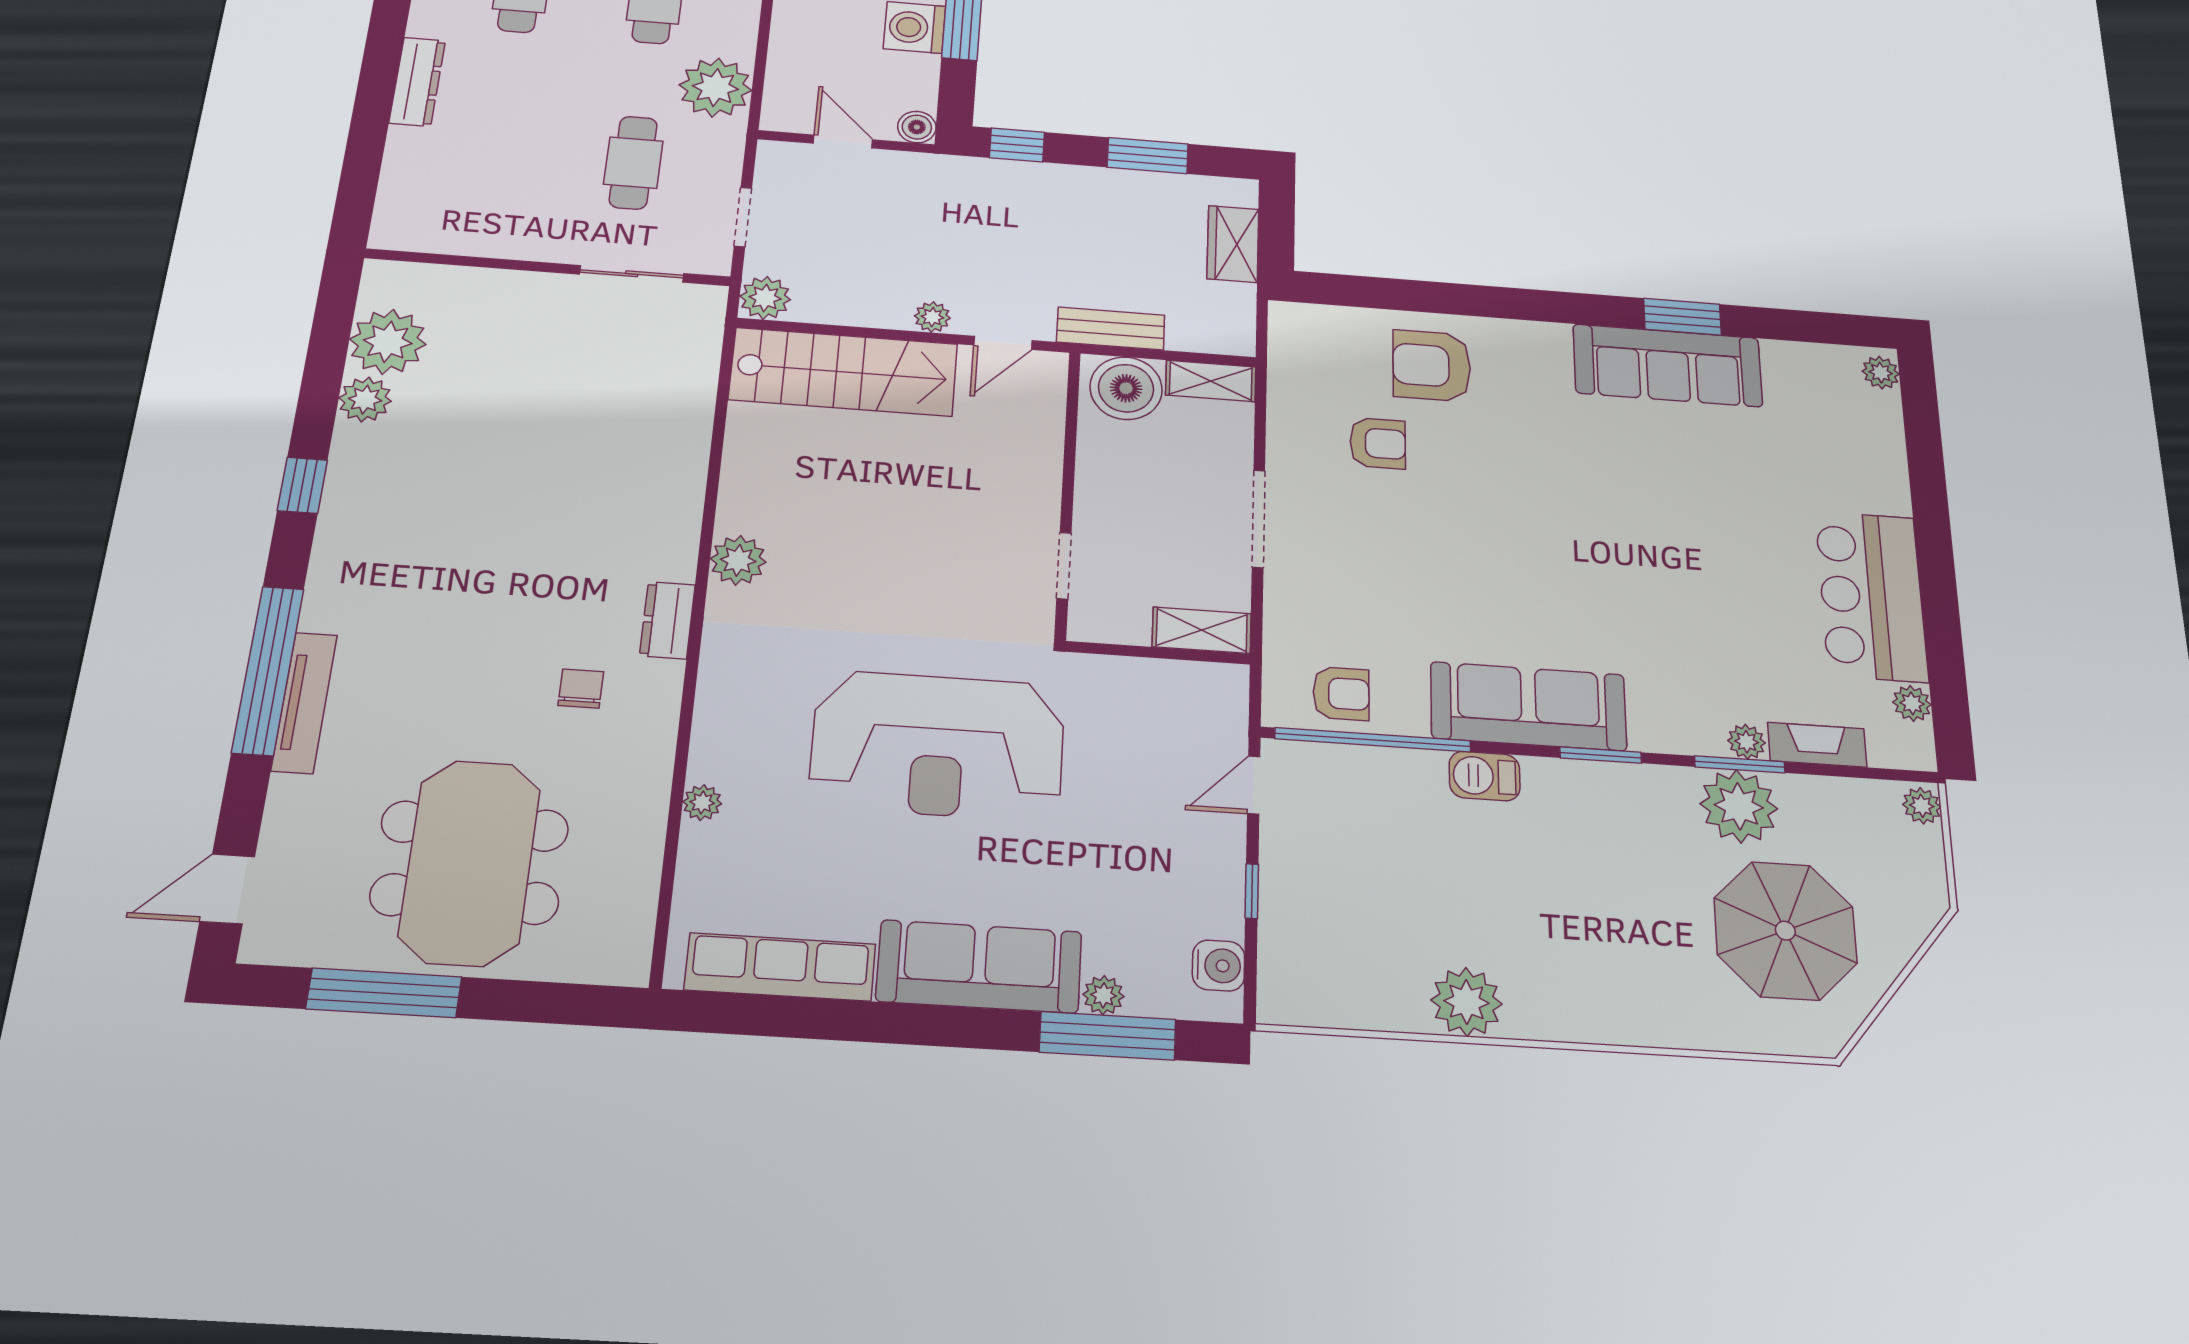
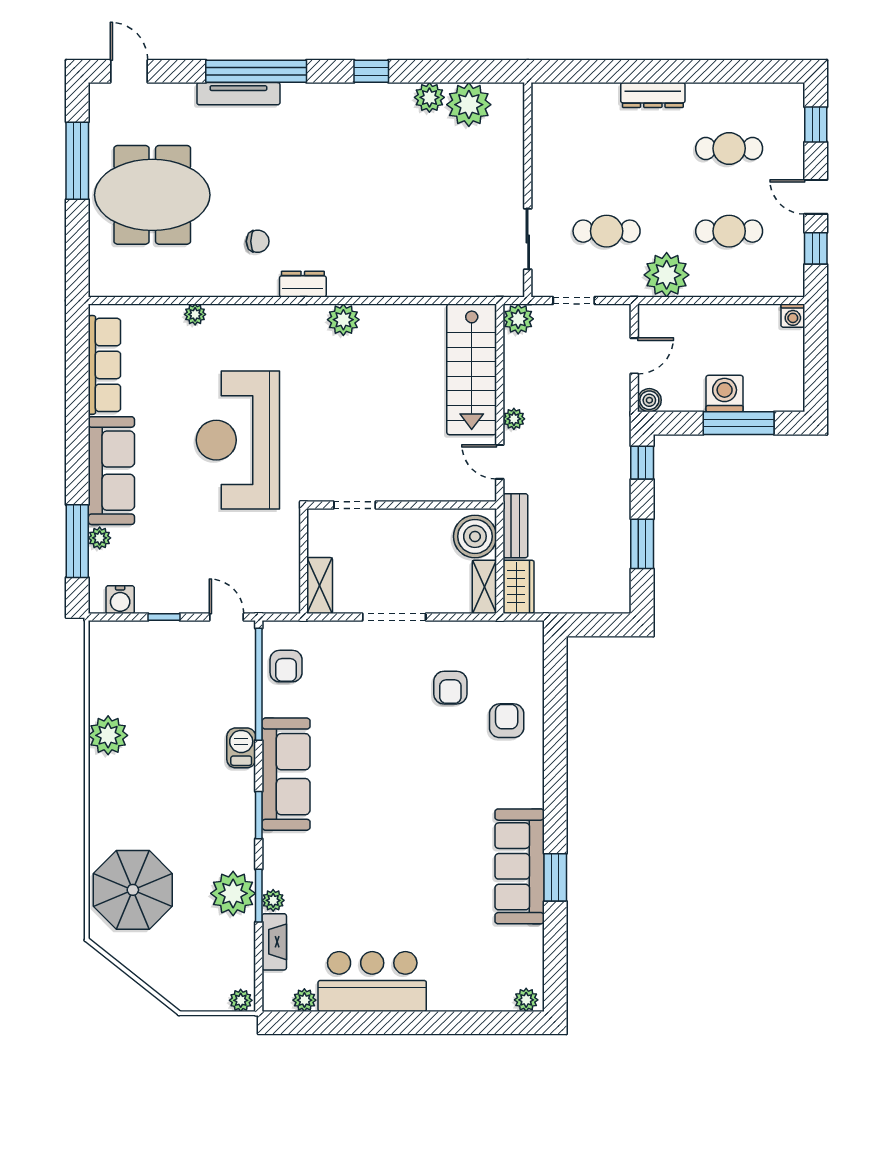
wardrobe: (1233, 244) -> (519, 587), moved, turned 90
armchair: (1432, 366) -> (507, 721), width x0.72, depth x0.72
parasol: (1785, 931) -> (133, 890), moved

